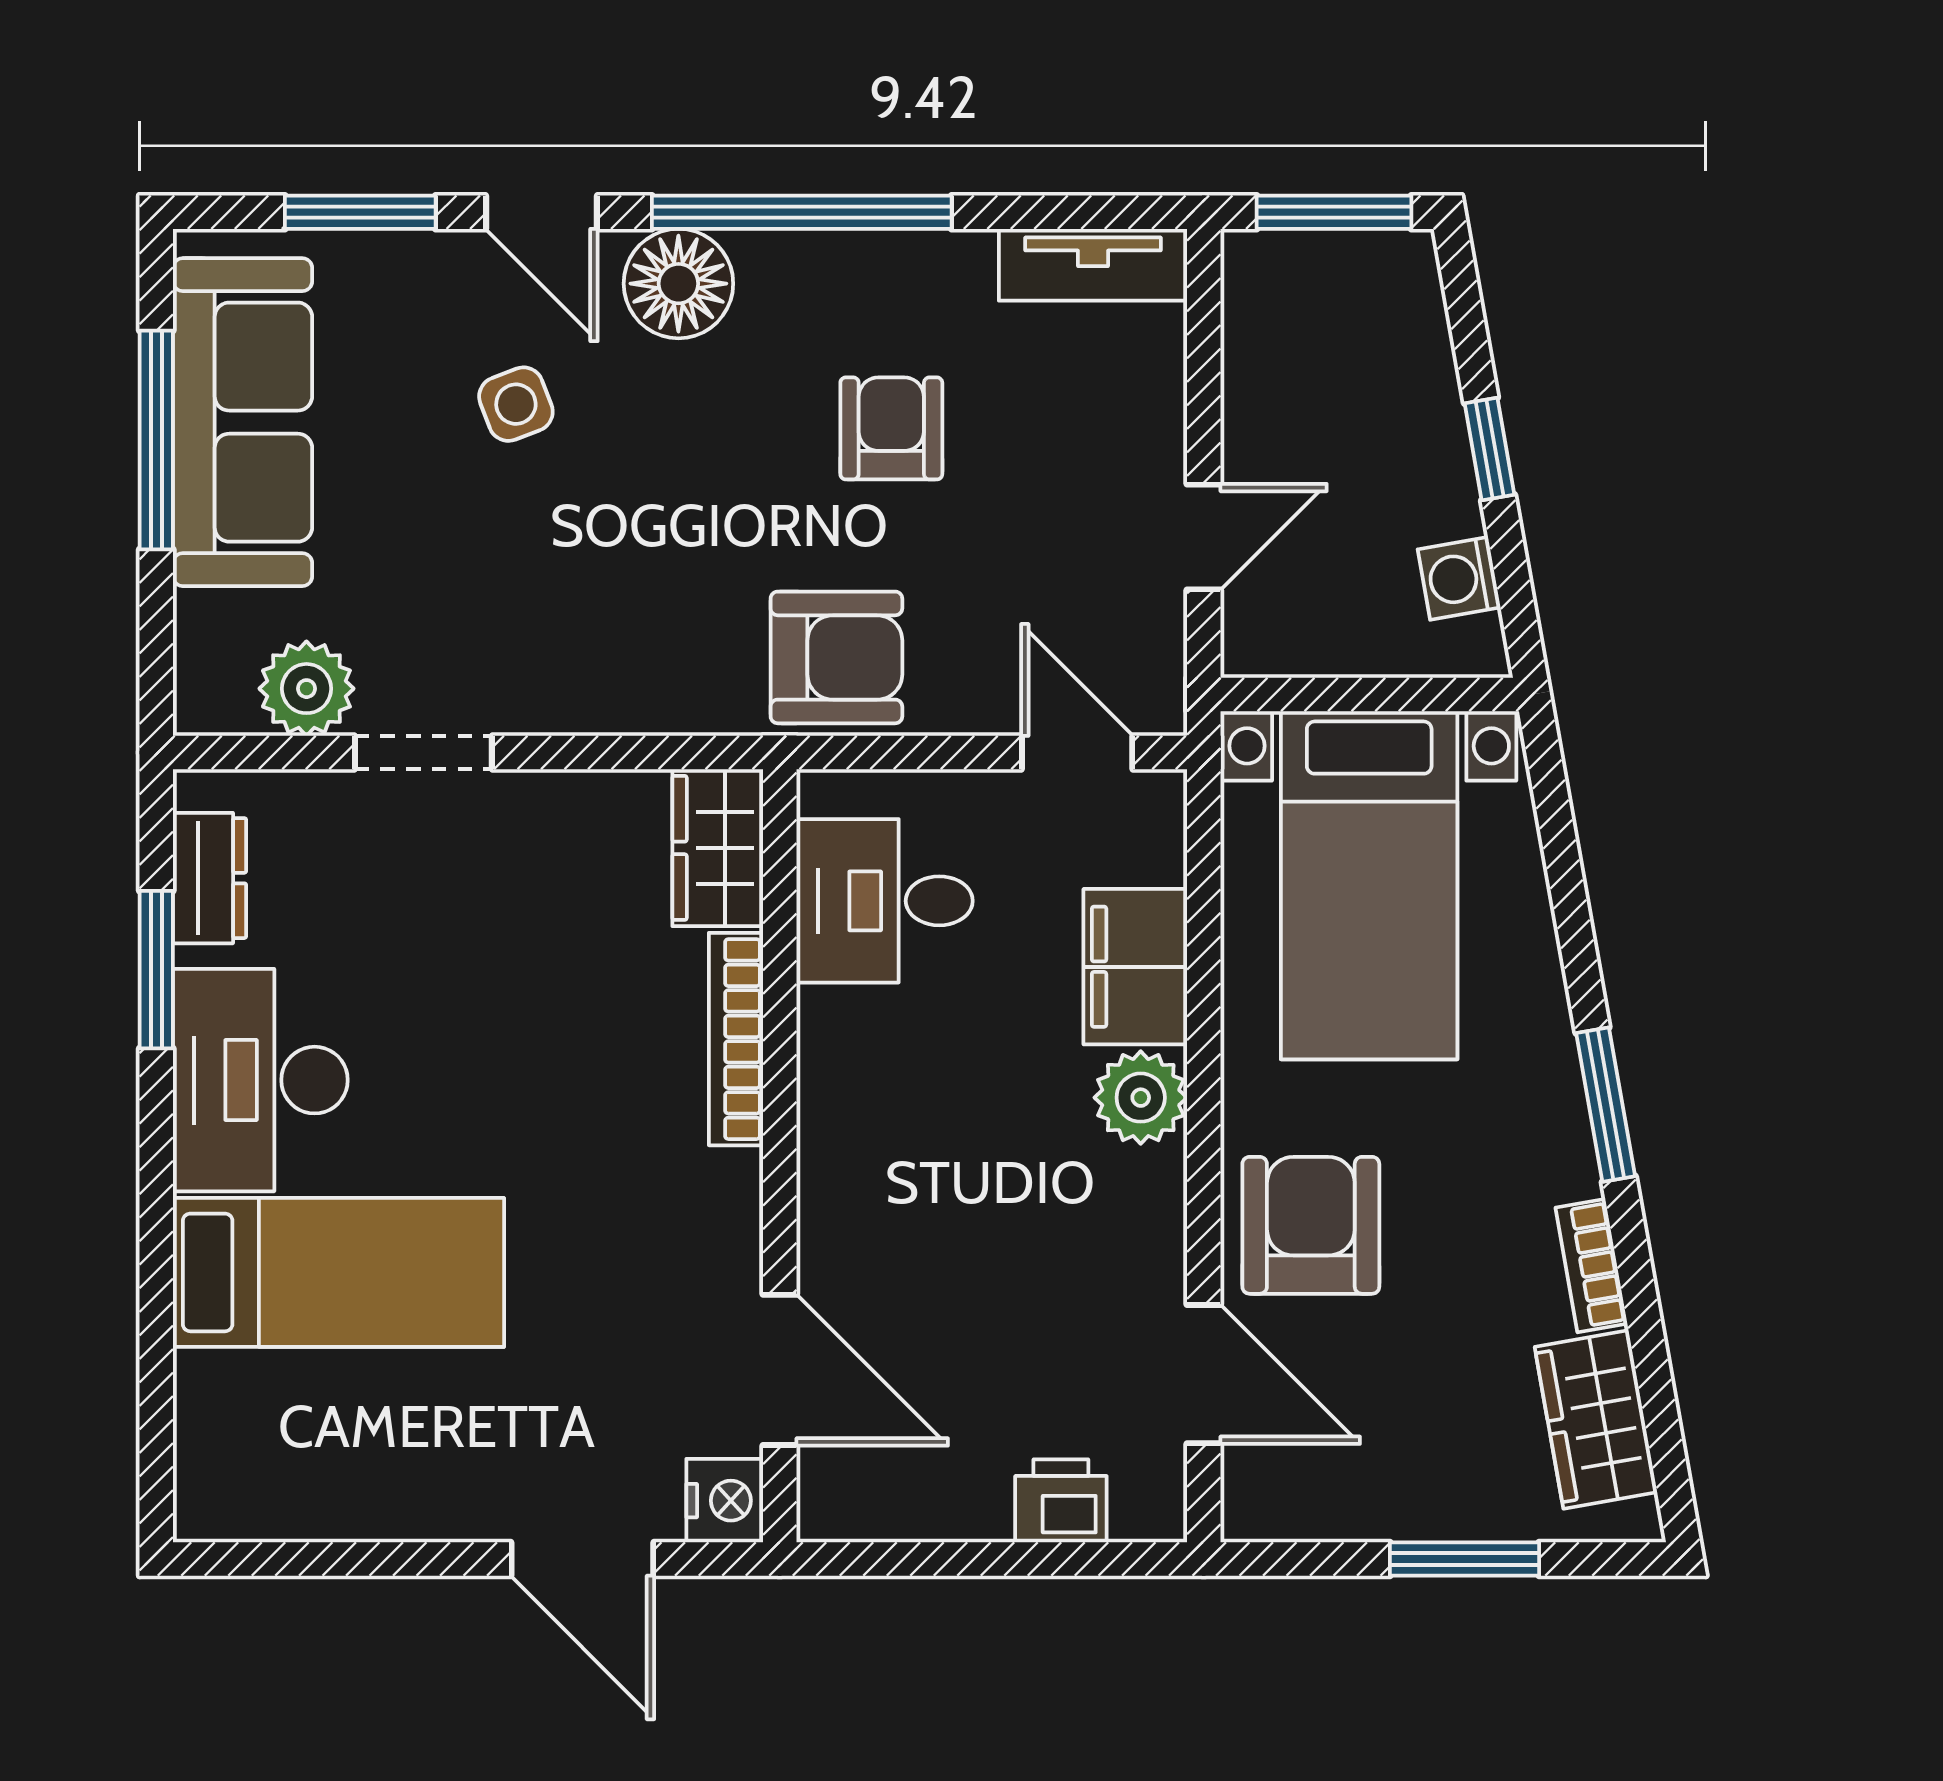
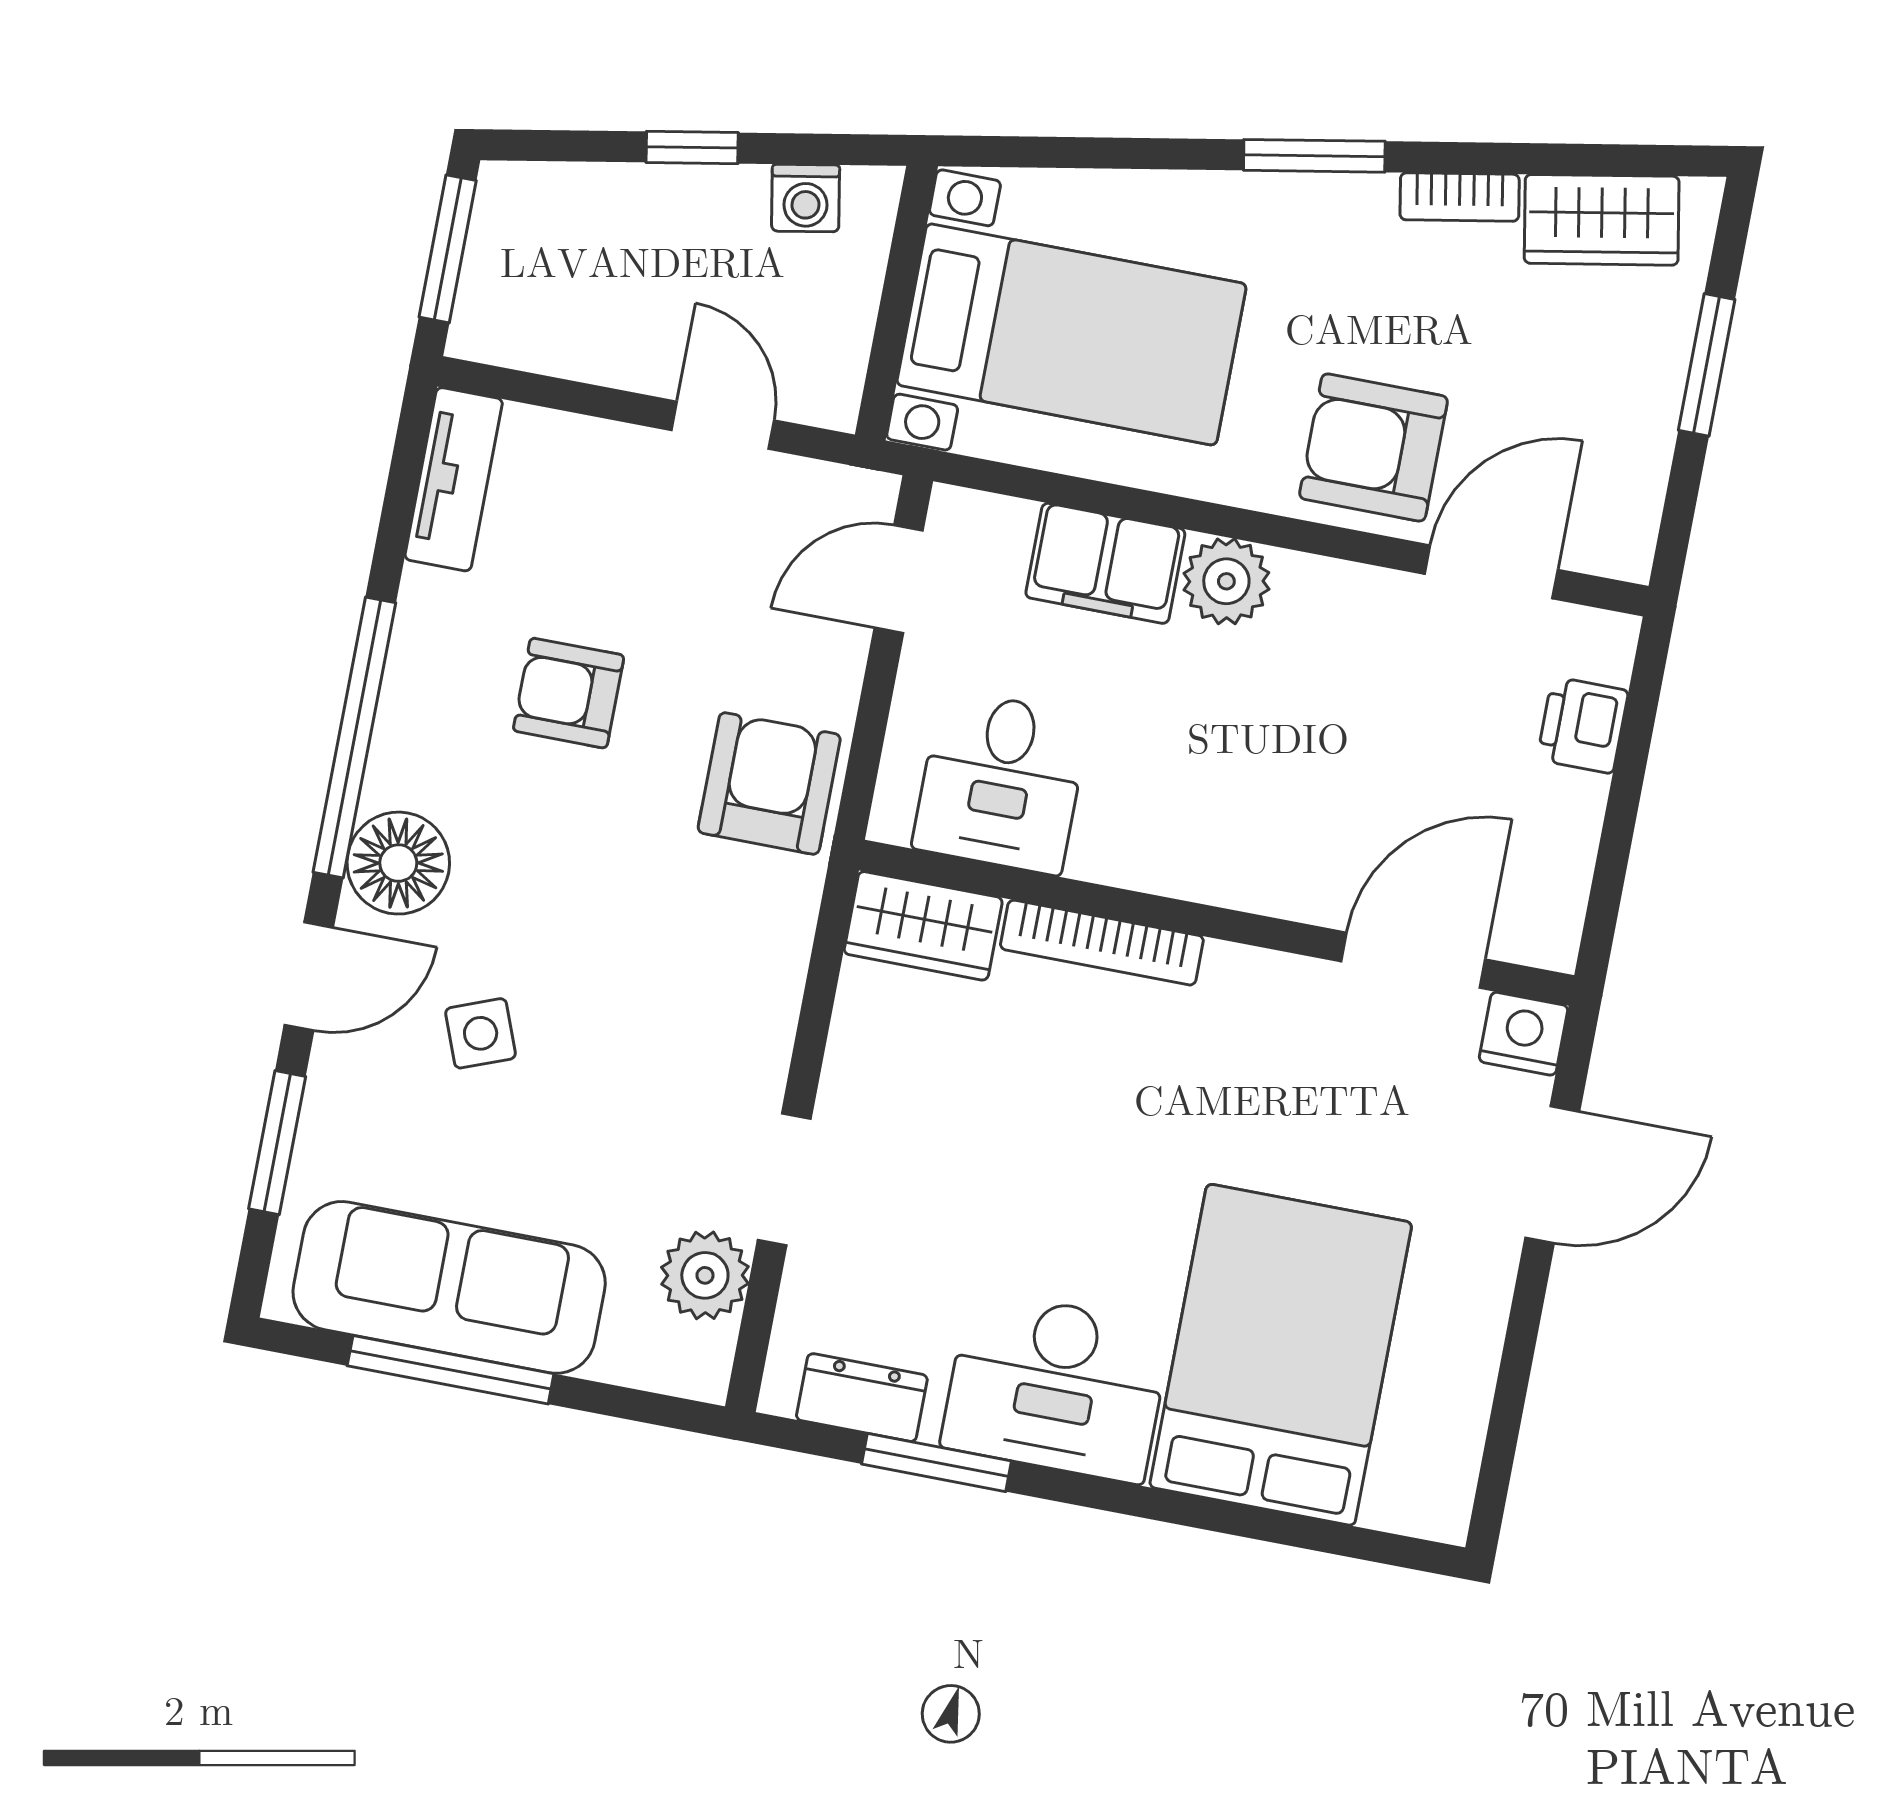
bed: (338, 1272) -> (1281, 1355), width x1.50

